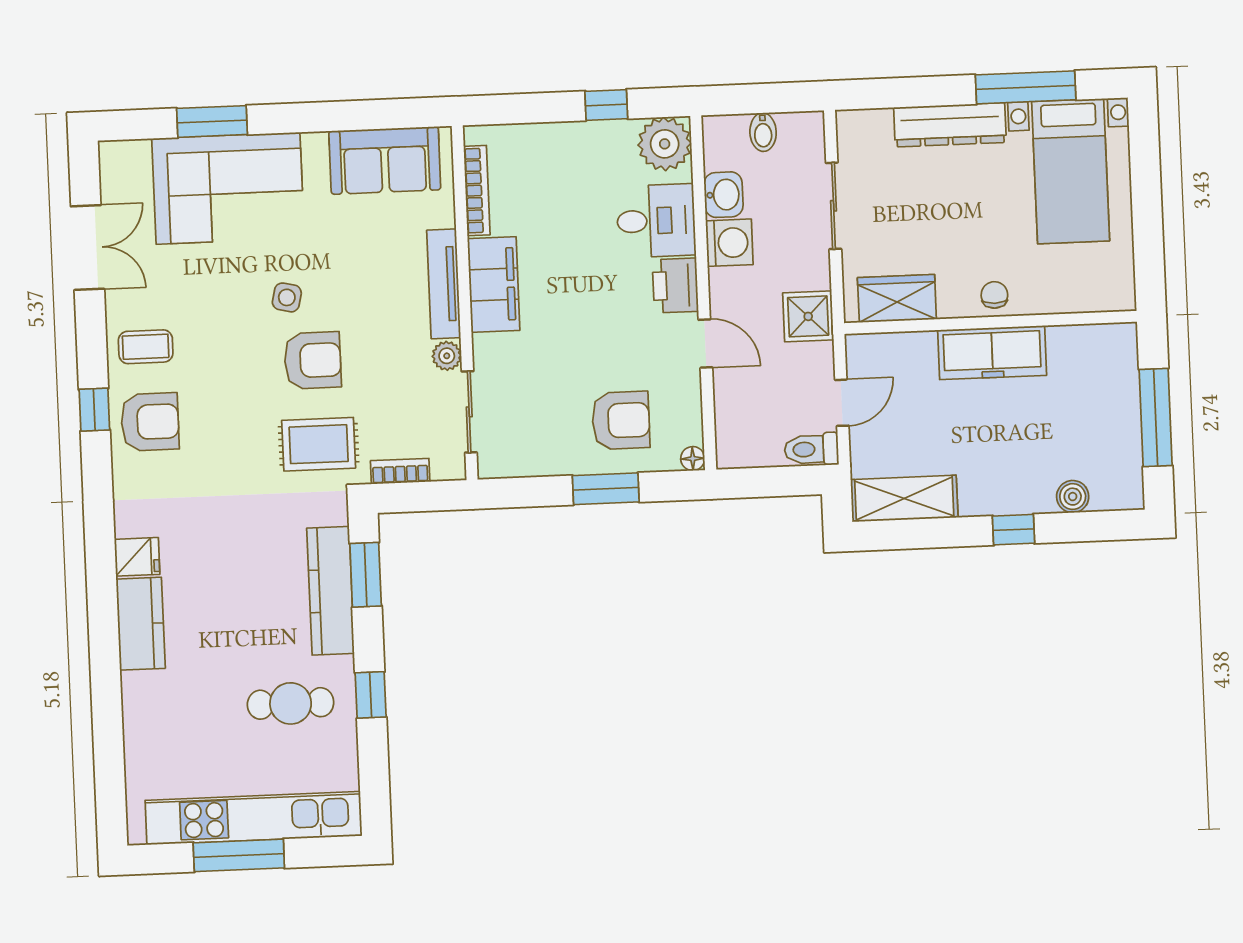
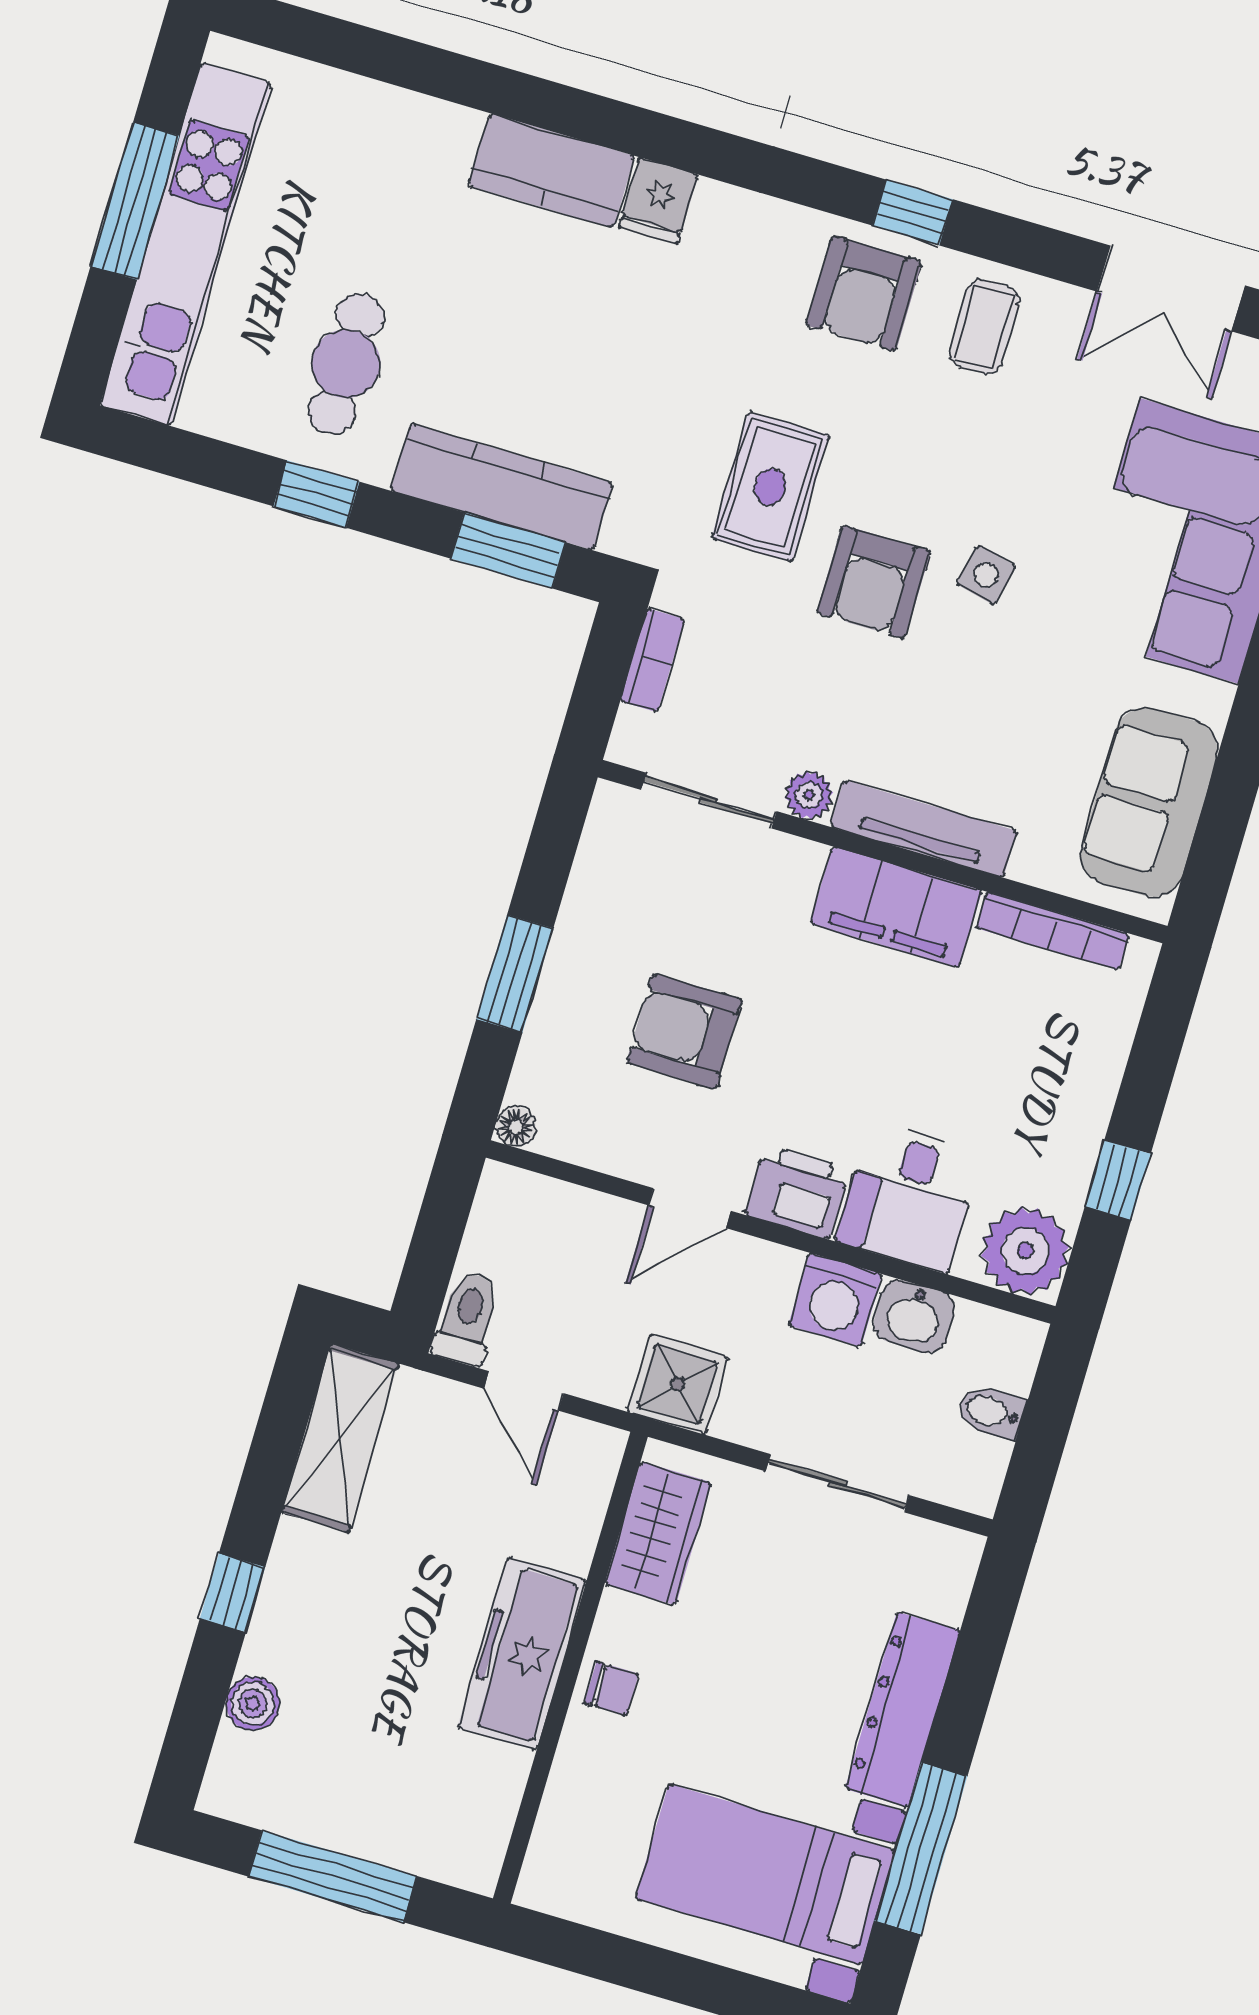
armchair: (621, 420) -> (684, 1031), moved, turned 90
rug: (319, 444) -> (770, 487), moved

